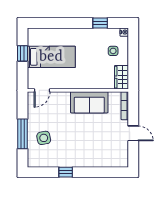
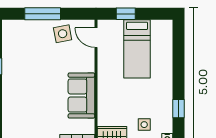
window: (23, 53) -> (126, 14), moved
side table: (44, 138) -> (63, 34), moved

